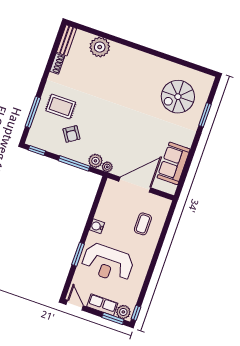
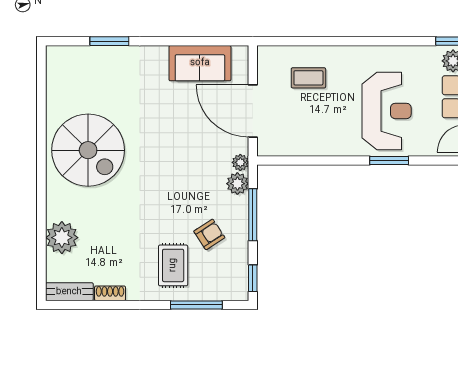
spiral stairs: (178, 97) -> (88, 150), moved, width x1.37, depth x1.37
water cooler: (97, 226) -> (336, 147), removed

